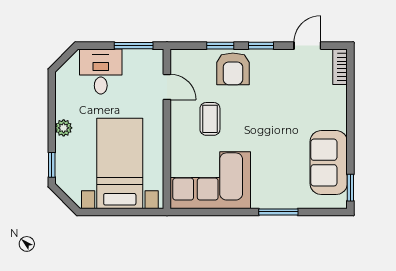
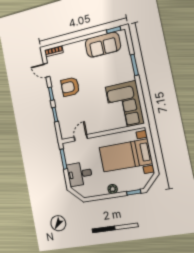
armchair: (233, 69) -> (70, 87), moved, turned 180
coffee table: (210, 119) -> (93, 112), removed

